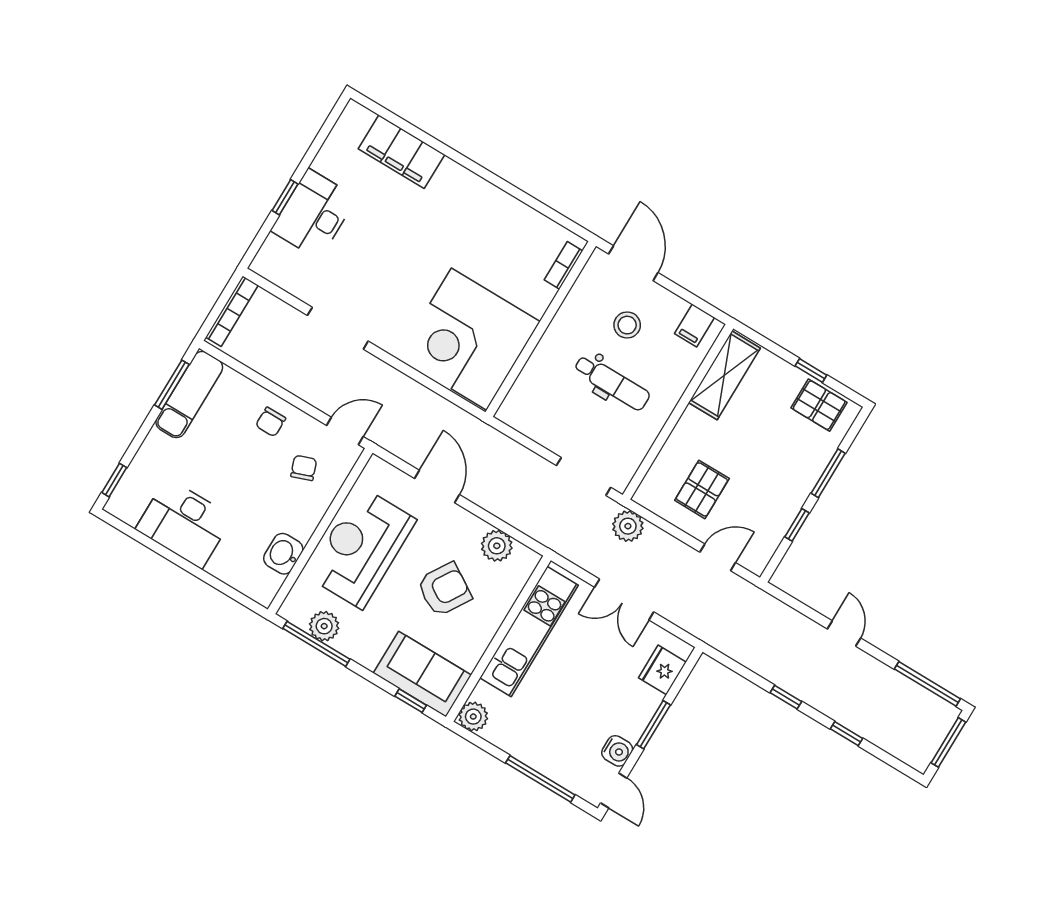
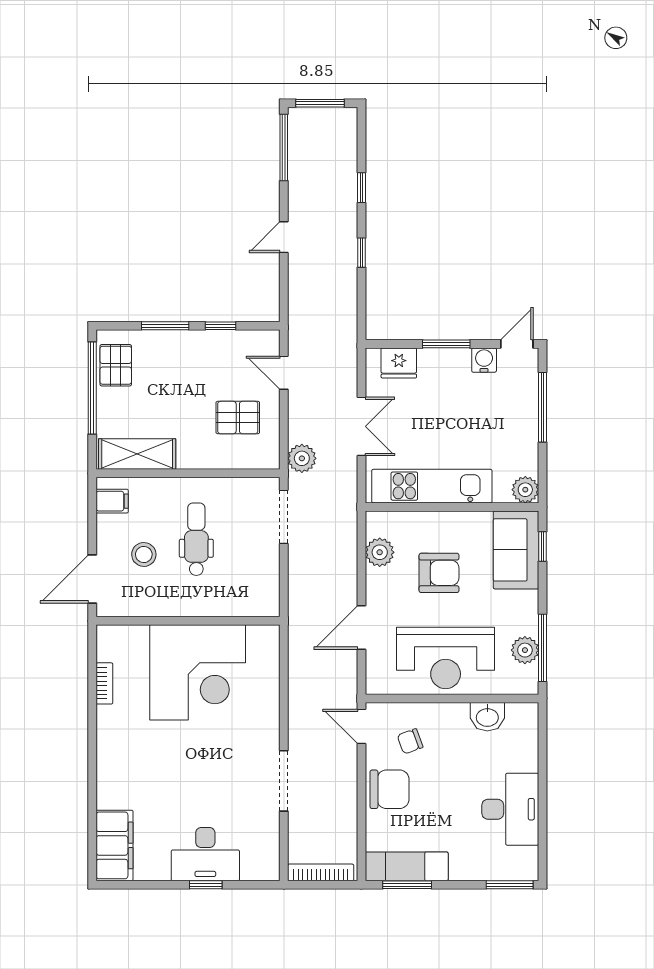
filing cabinet: (402, 152) -> (115, 845), moved
bookcase: (564, 265) -> (104, 683), moved, turned -90
corner desk: (469, 339) -> (198, 672), moved
window: (811, 370) -> (92, 388), width x3.17
chair: (271, 422) -> (389, 789), width x1.87, depth x1.87
window: (114, 480) -> (510, 885), width x1.50
armchair: (444, 589) -> (439, 573), turned 148

